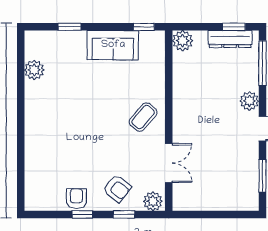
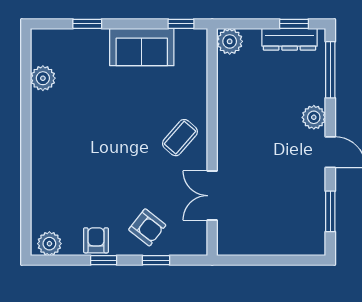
double door: (169, 163) -> (212, 196), swing flipped
plant: (153, 201) -> (49, 244), moved

